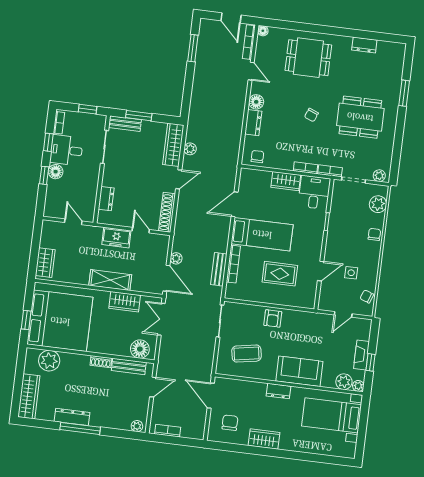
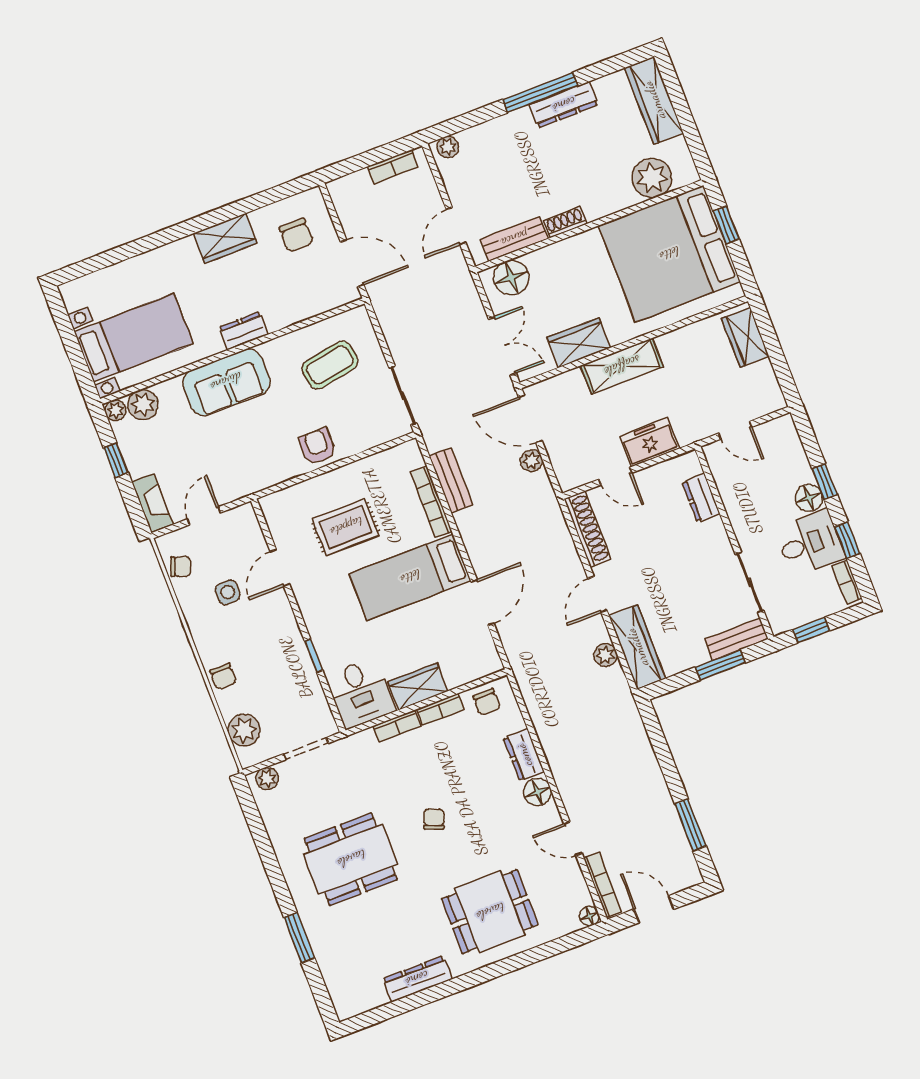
dresser: (364, 45) -> (417, 979), width x1.44
bookcase: (330, 171) -> (440, 710), moved
fireplace: (361, 355) -> (152, 503), moved

